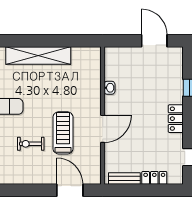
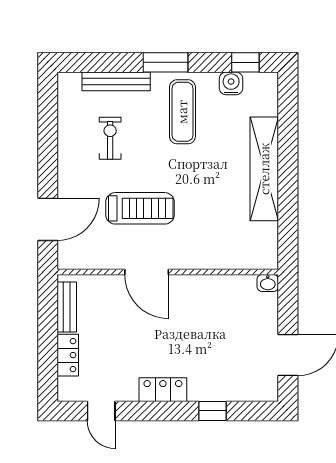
washbasin: (109, 88) -> (268, 283), moved
exercise bike: (31, 144) -> (110, 138), moved

